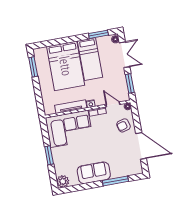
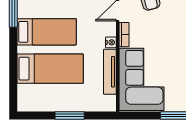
bed: (66, 66) -> (50, 69), width x0.67
window: (33, 67) -> (70, 115), moved

